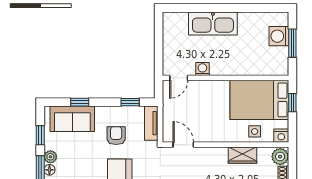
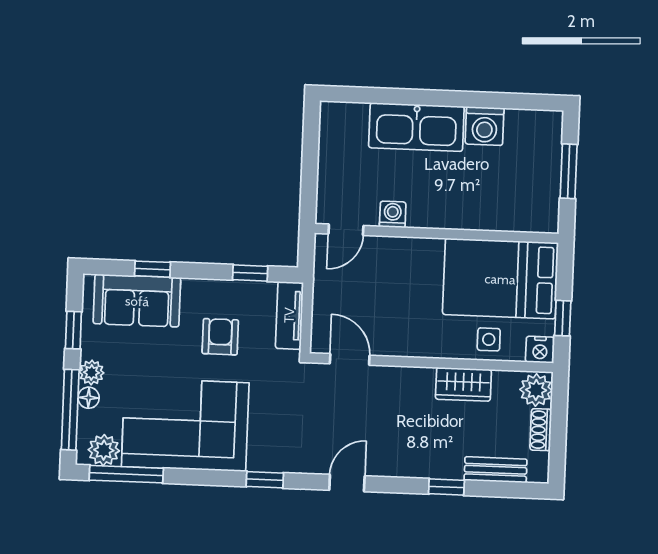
washing machine: (279, 36) -> (485, 126), moved, turned -90
window: (292, 103) -> (563, 318), moved

